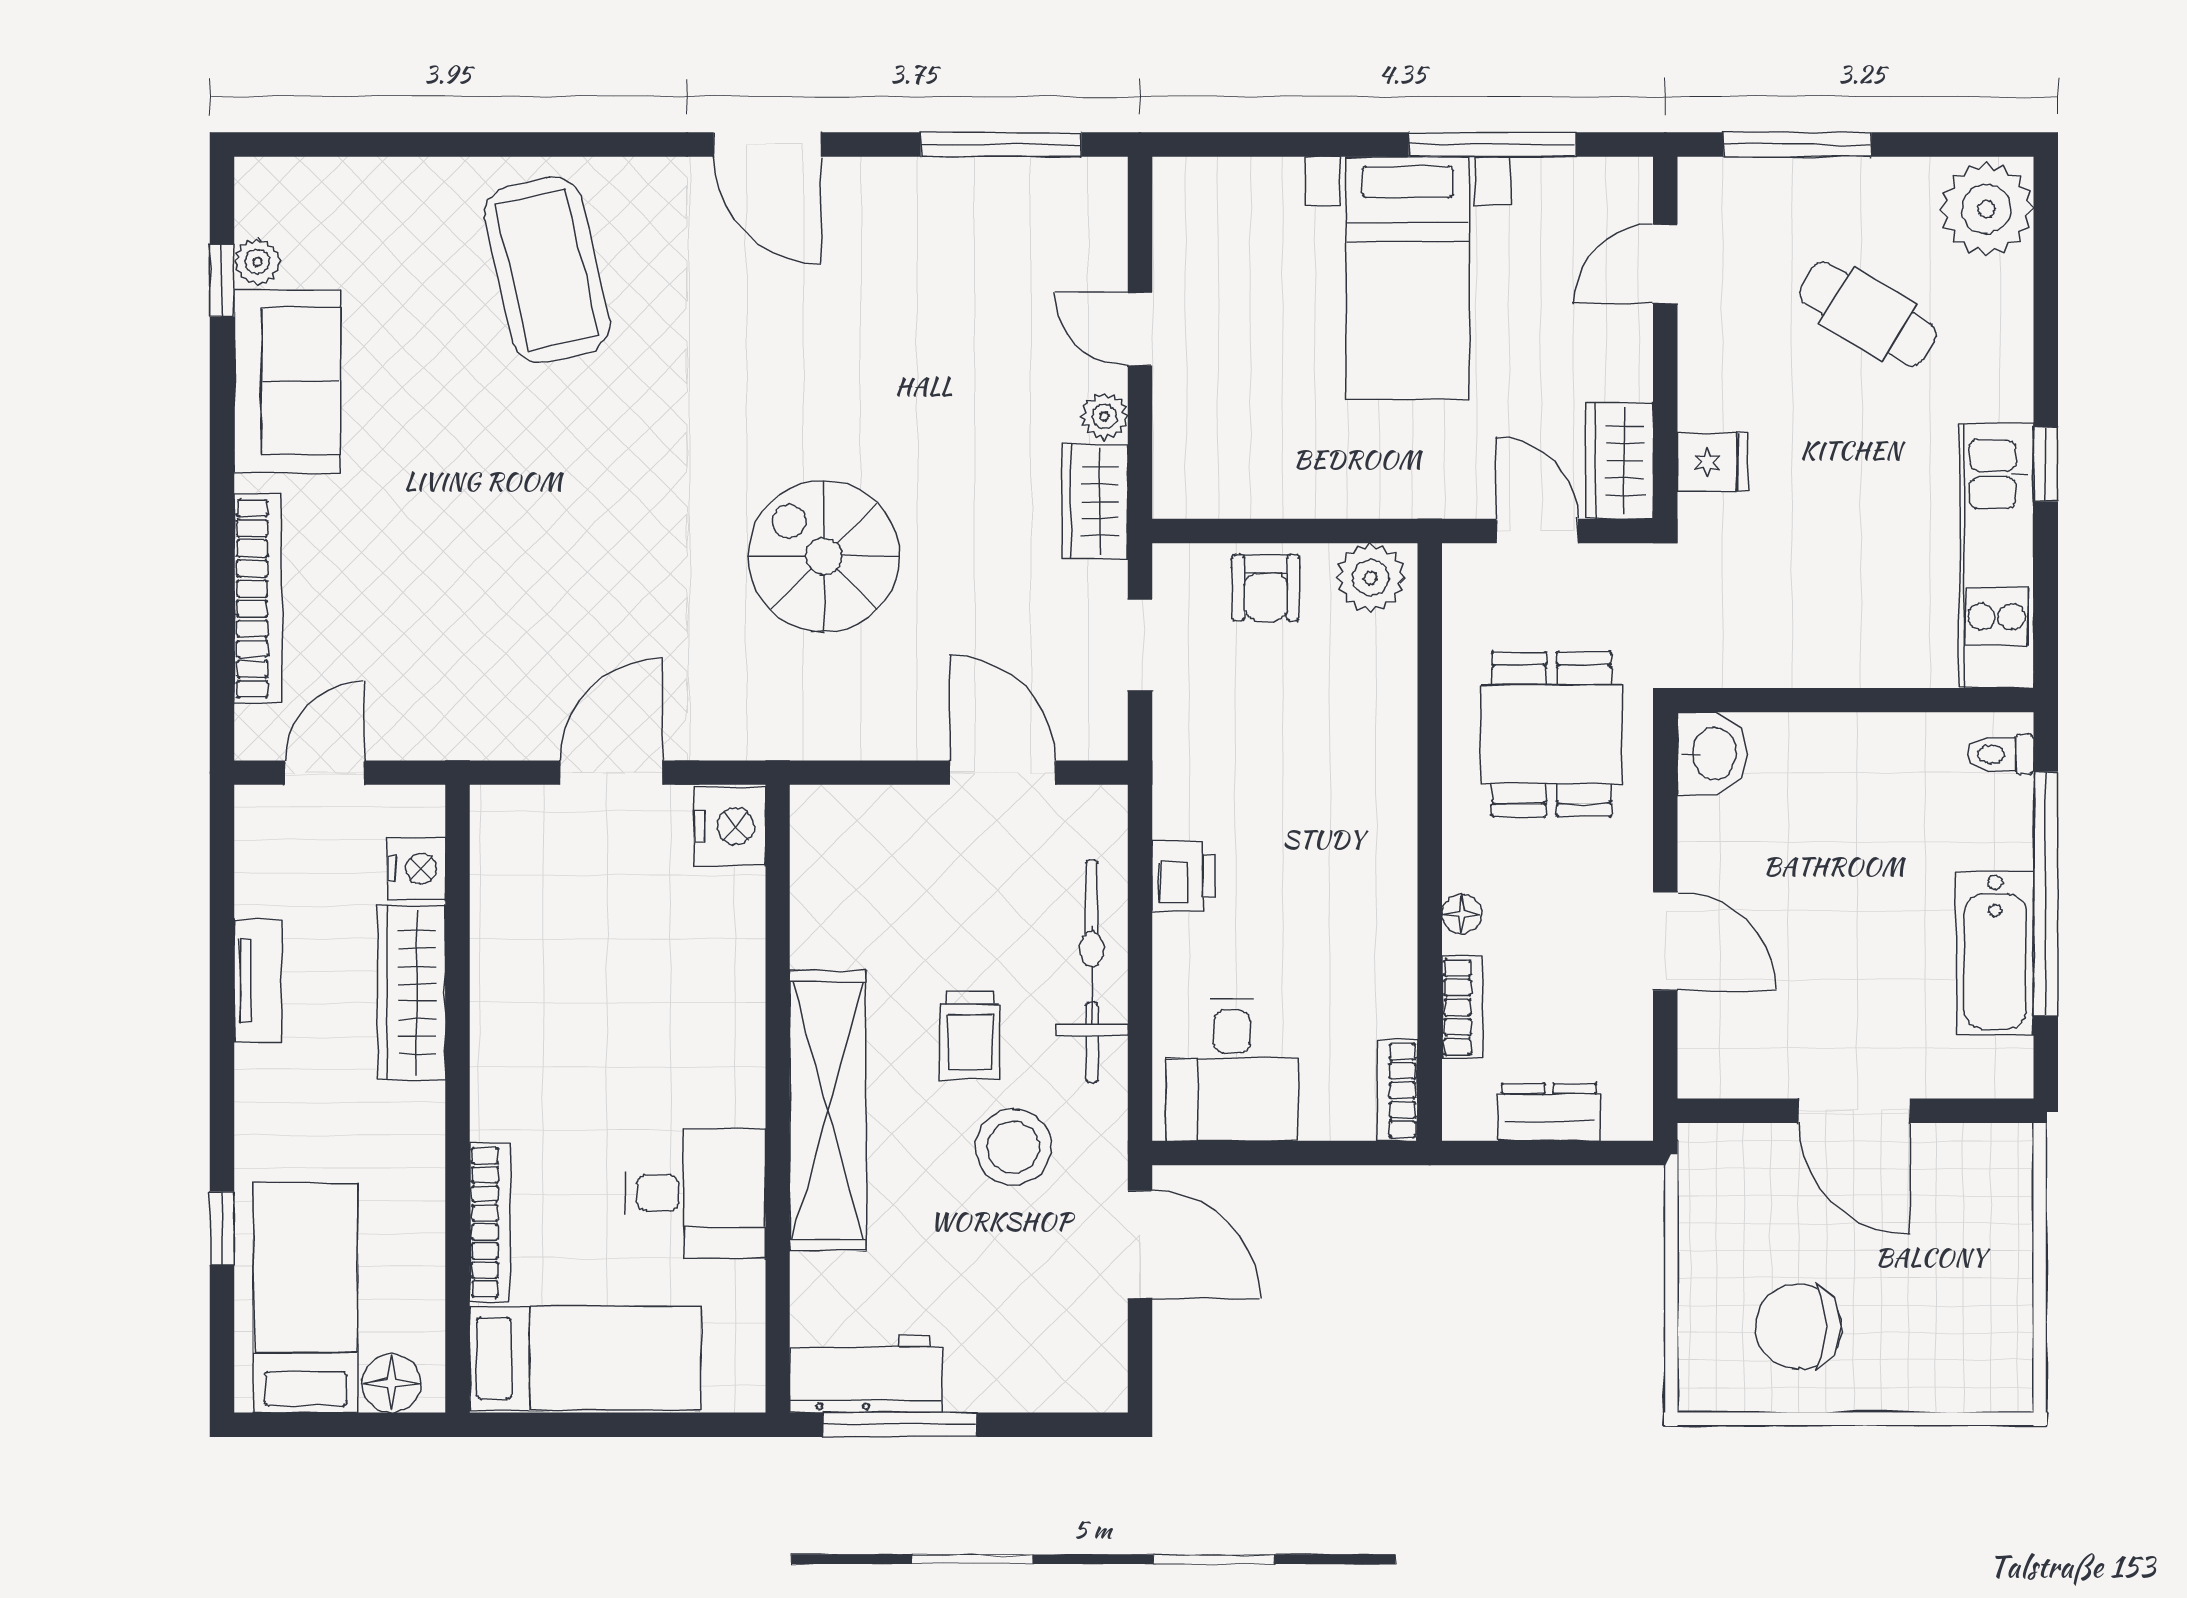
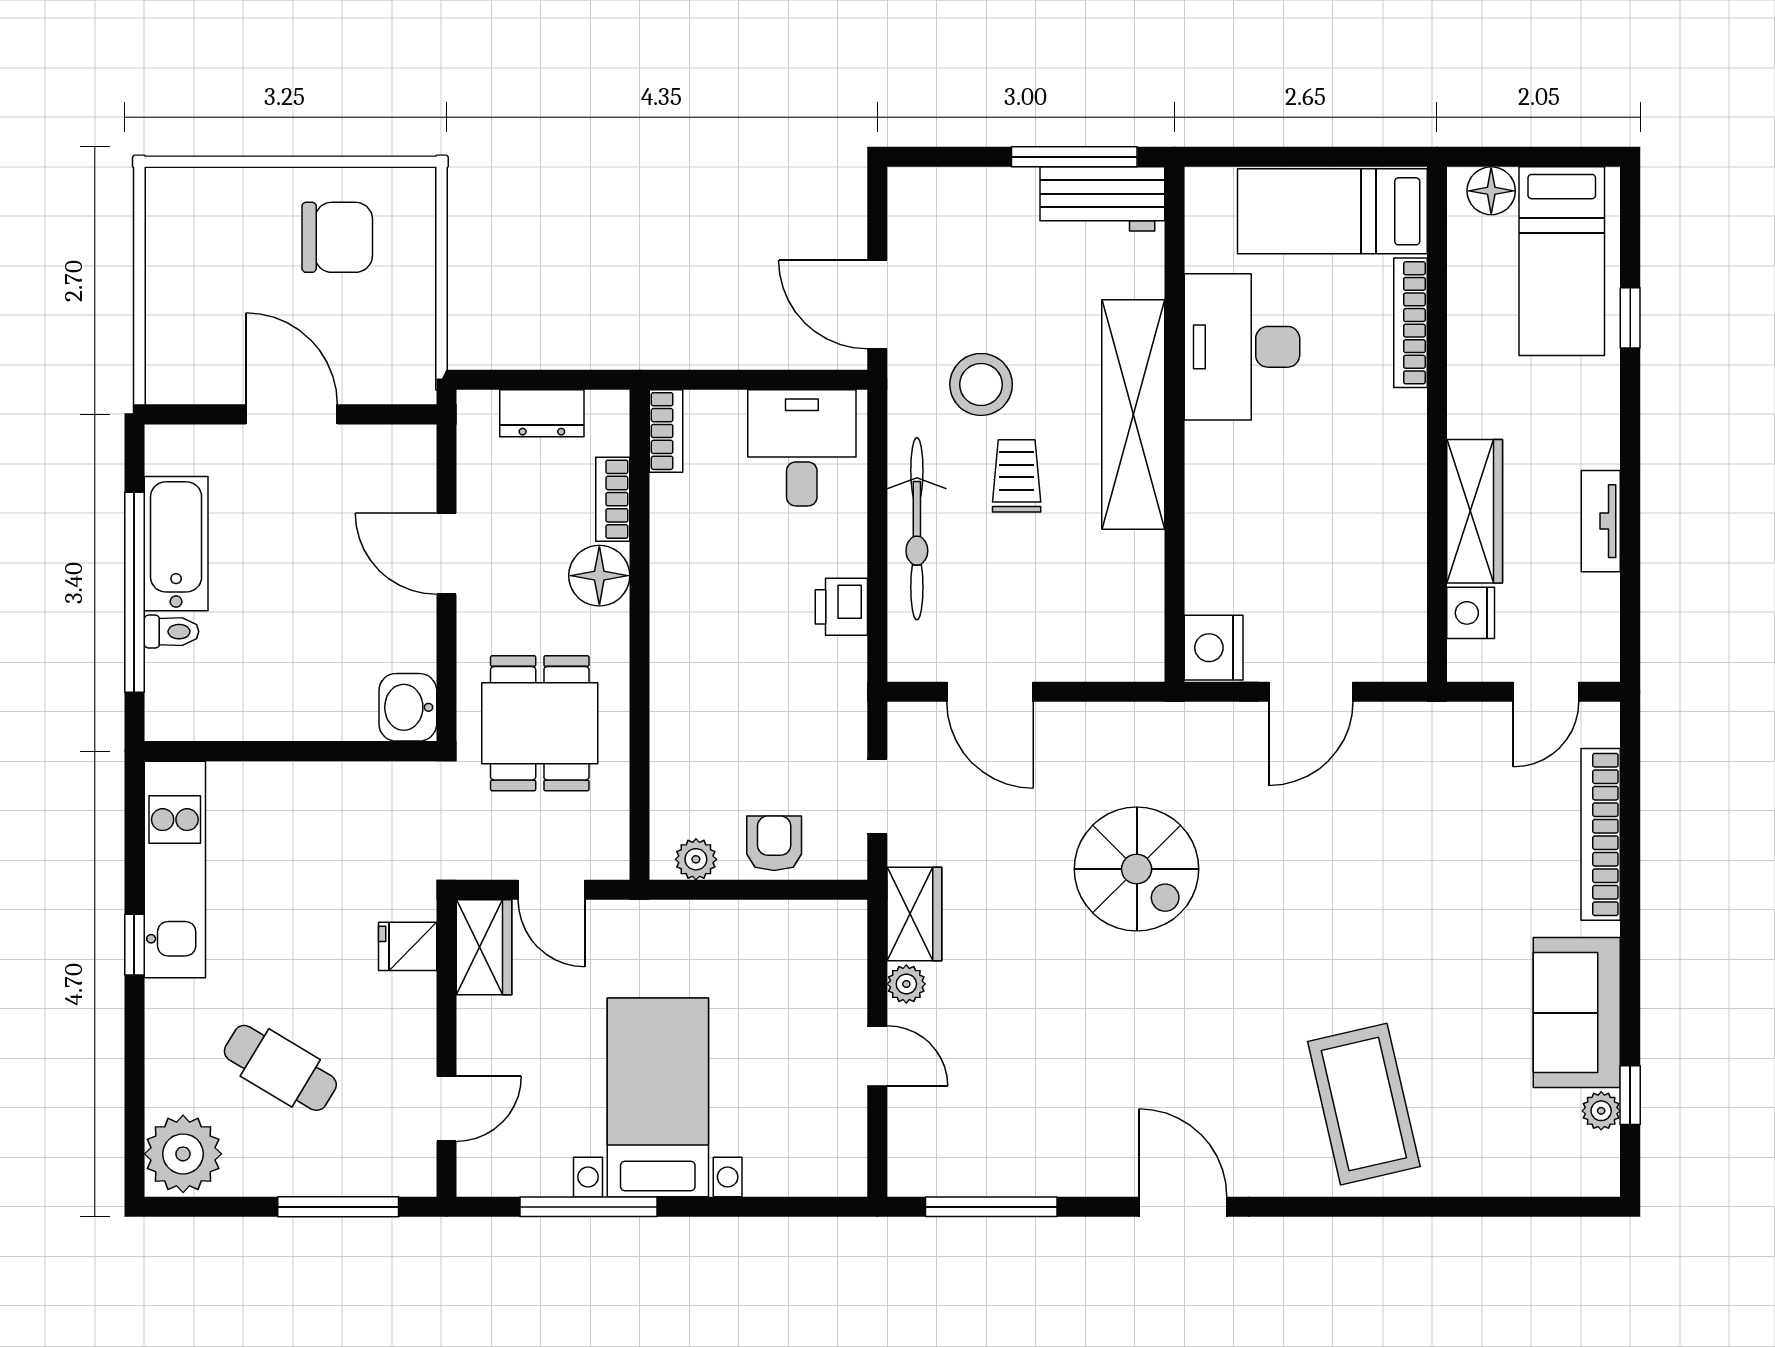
plant: (1371, 578) -> (696, 859), width x0.73, depth x0.73
toilet: (2001, 754) -> (171, 632), moved
floor lamp: (1462, 914) -> (599, 576), width x1.89, depth x1.89
desk: (695, 1193) -> (1242, 347), width x1.37

